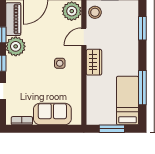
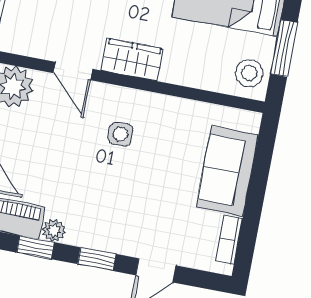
stool: (95, 12) -> (249, 73), moved
plant: (16, 46) -> (54, 231), width x0.53, depth x0.53

